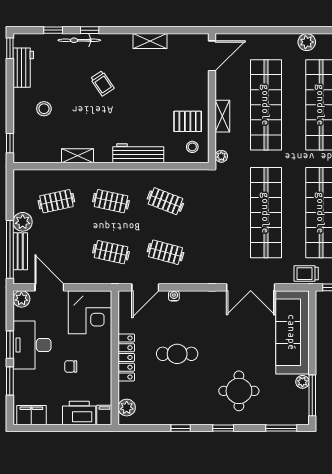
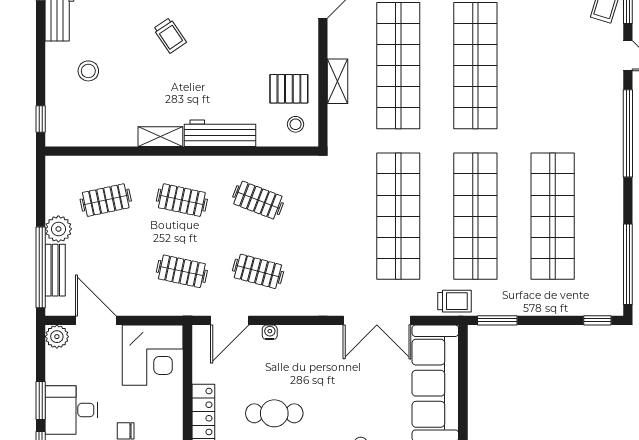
shelving: (78, 156) -> (160, 137), moved
plant: (221, 156) -> (336, 137), removed
trolley: (306, 274) -> (455, 301), turned 180
desk: (32, 345) -> (72, 410), width x0.73

